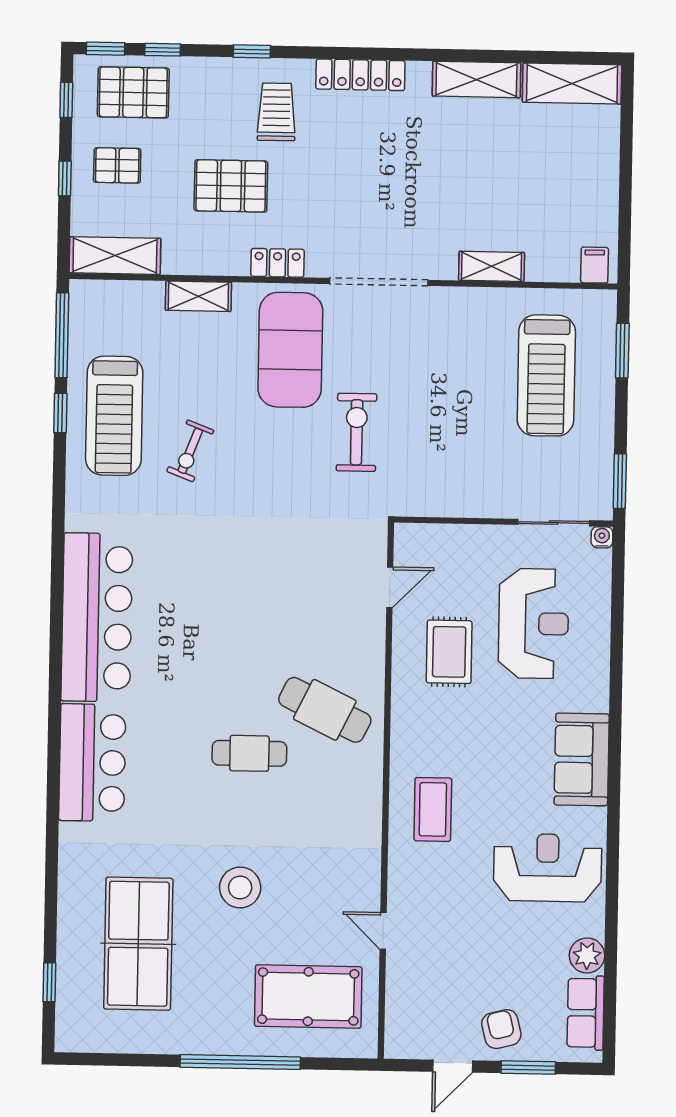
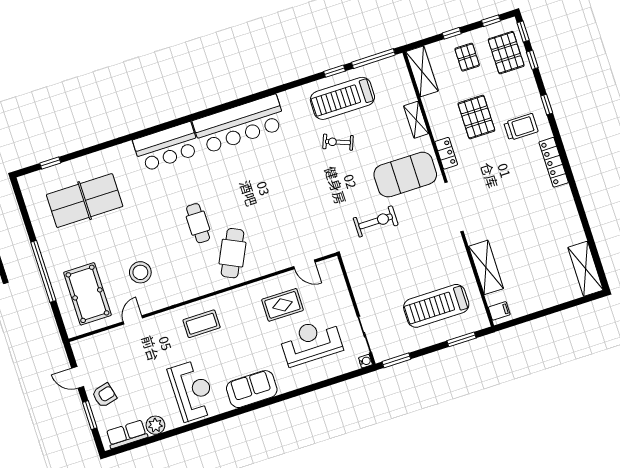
shelving: (476, 79) -> (571, 221), removed
shelving: (492, 266) -> (486, 267), width x1.50, depth x1.33
reception desk: (533, 624) -> (311, 342), turned 180
stool: (240, 887) -> (140, 272), moved

